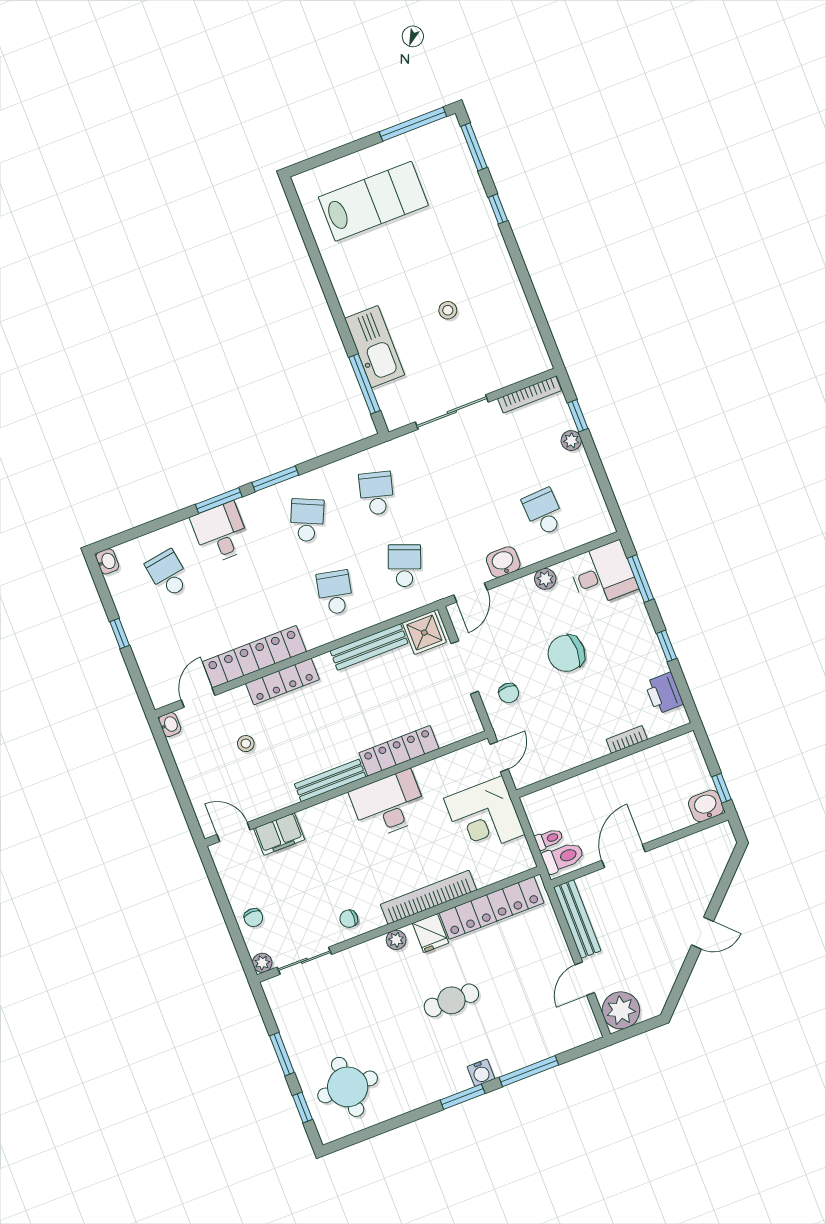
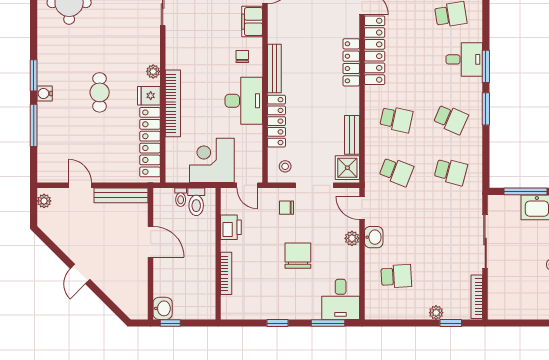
plant: (545, 579) -> (352, 238), moved
bench: (369, 647) -> (352, 135), width x0.73
printer: (664, 693) -> (231, 227), moved, turned 90
bookcase: (627, 739) -> (226, 273), width x1.56
stool: (246, 744) -> (285, 166), moved
toilet: (563, 857) -> (196, 202), moved
chair: (349, 919) -> (242, 56), moved
plant: (621, 1010) -> (44, 201), width x0.53, depth x0.53

